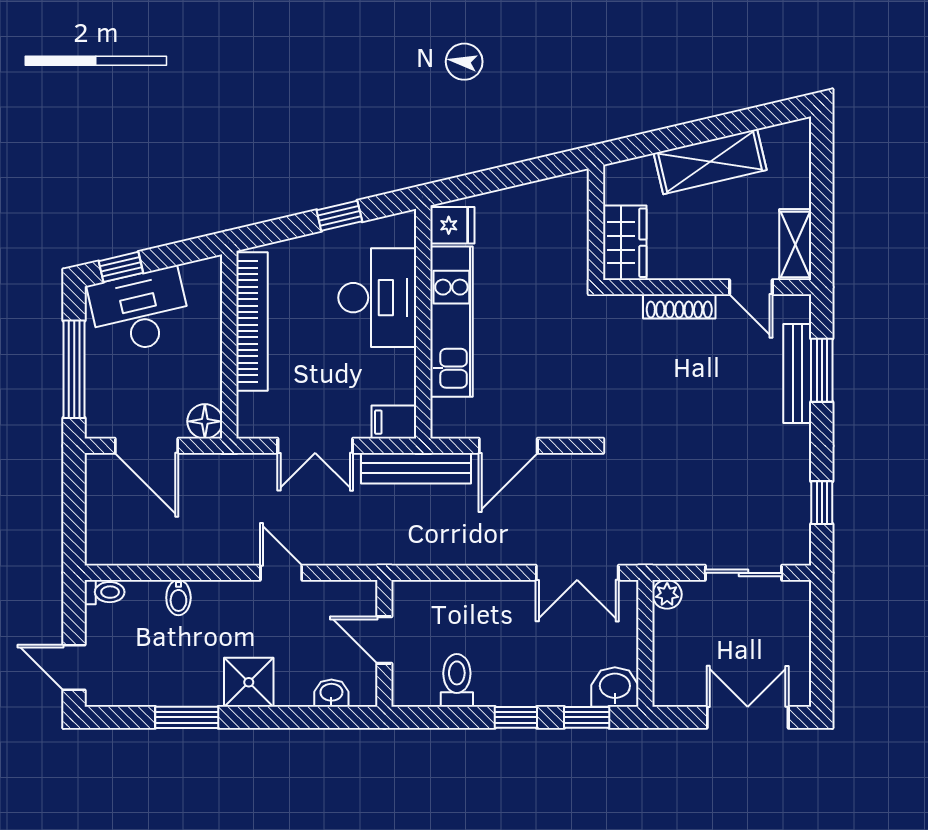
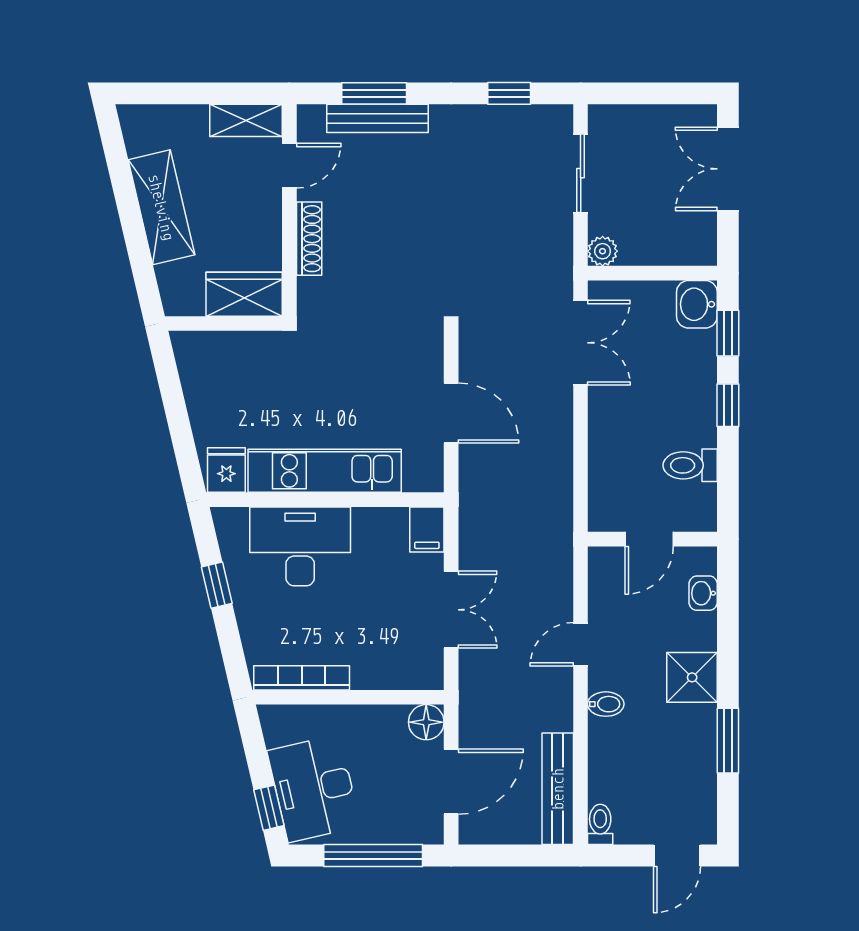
bookcase: (252, 322) -> (302, 678), width x0.68, depth x0.76
bench: (416, 468) -> (558, 789), moved
bidet: (178, 598) -> (606, 704), moved

